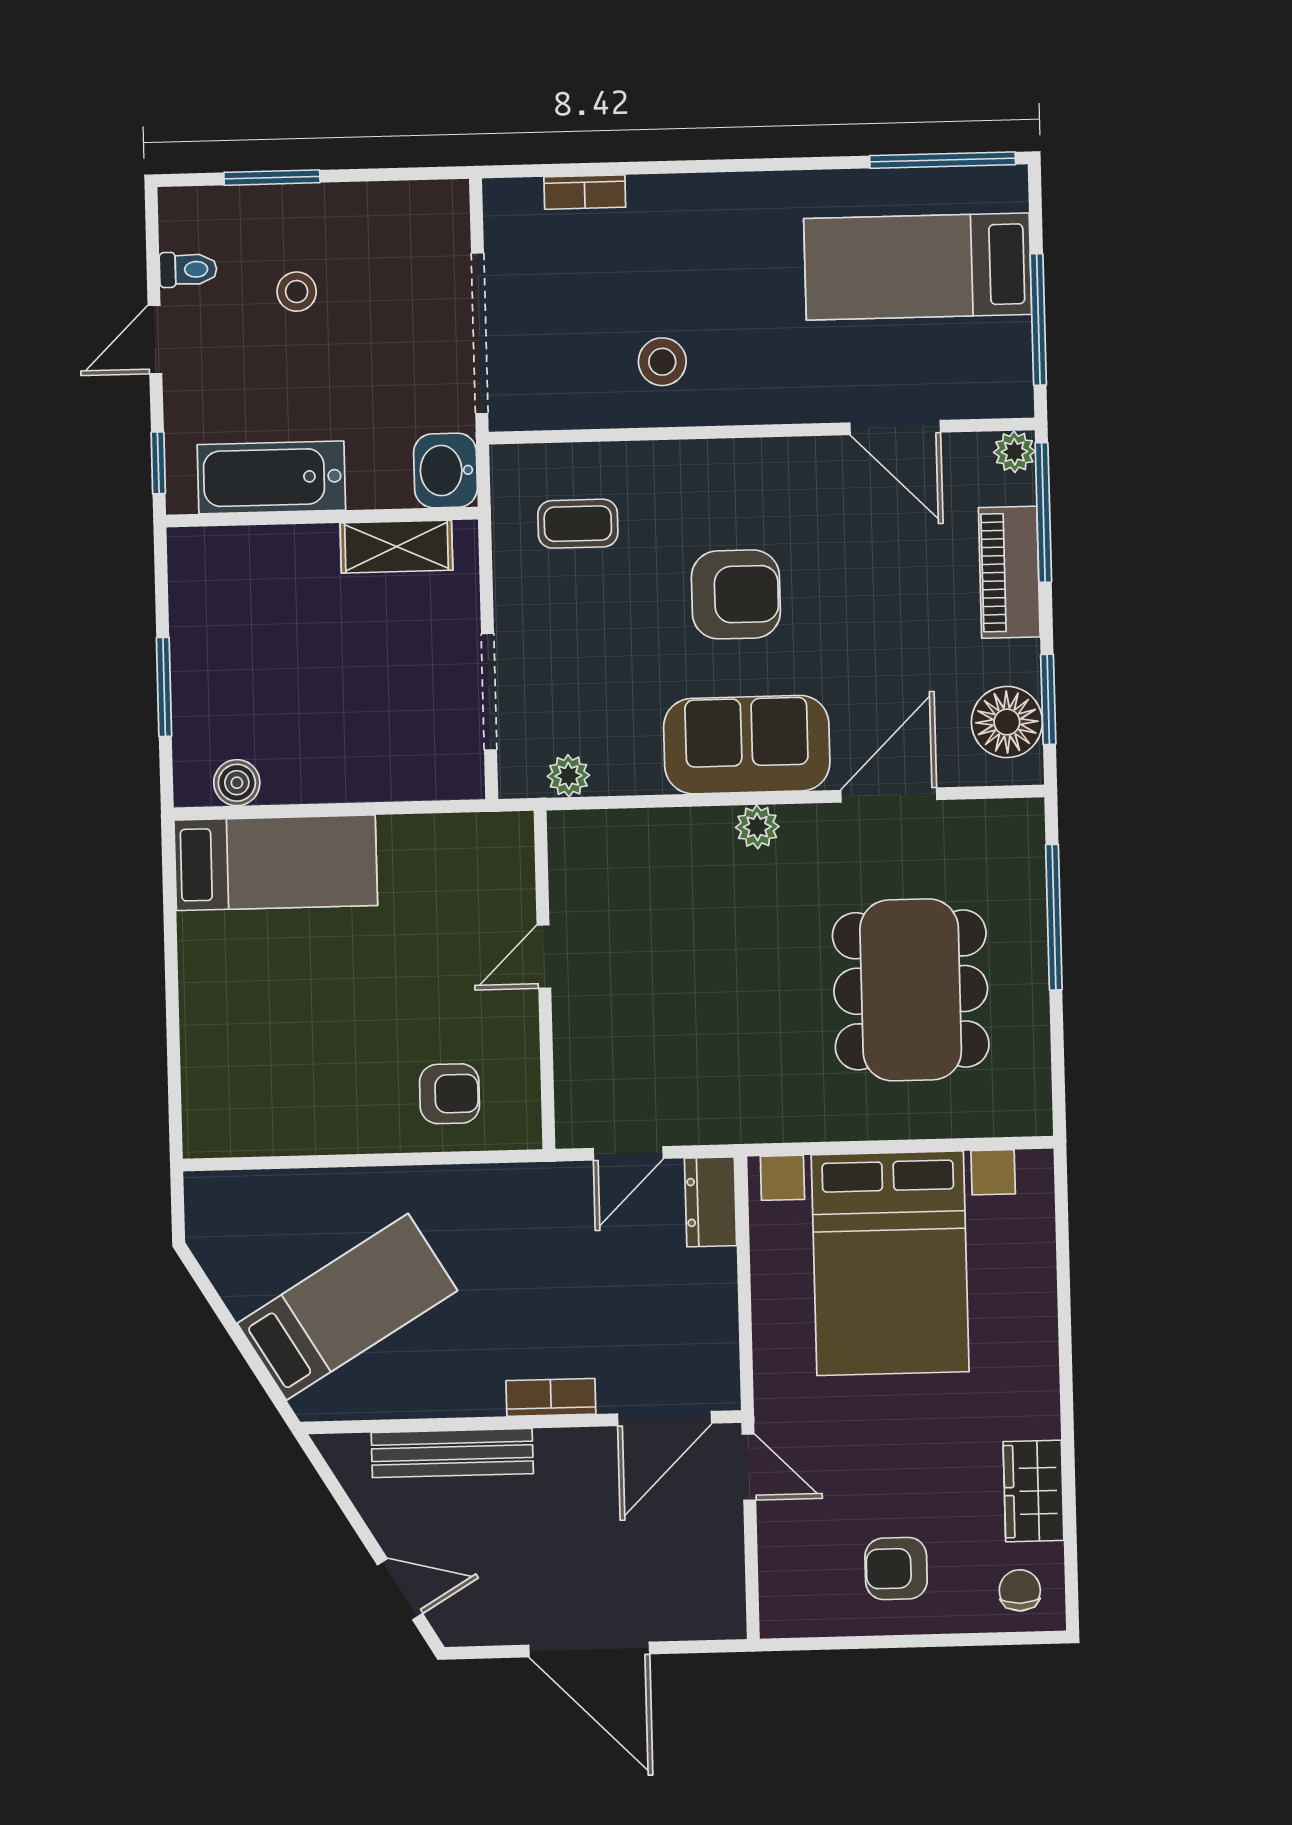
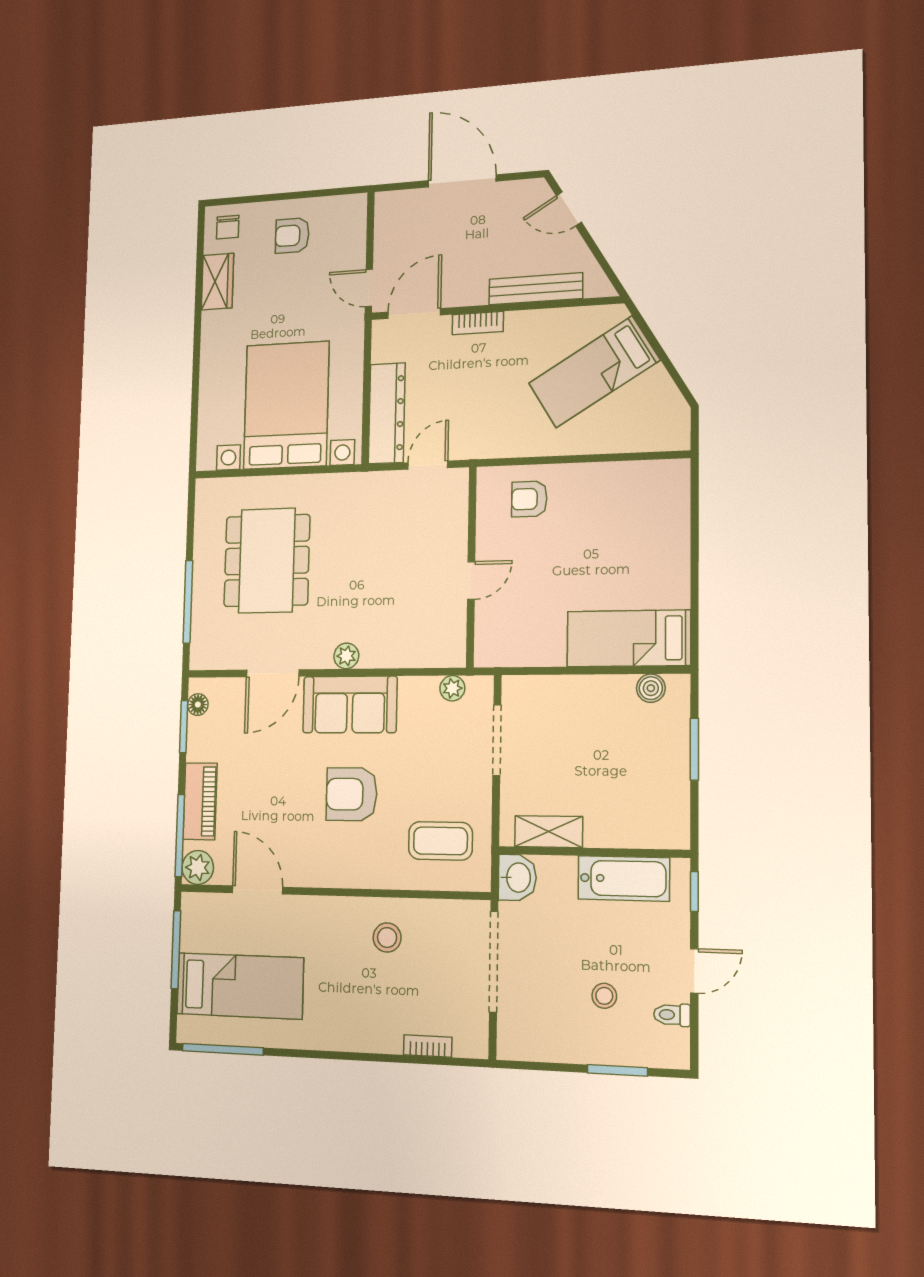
plant: (1014, 452) -> (198, 867), width x1.38, depth x1.38
coffee table: (578, 524) -> (440, 841), width x1.36, depth x1.30
floor lamp: (1007, 722) -> (198, 705), width x0.53, depth x0.53
dresser: (711, 1202) -> (387, 413), width x1.96, depth x1.24
armchair: (896, 1568) -> (292, 235), turned 180

